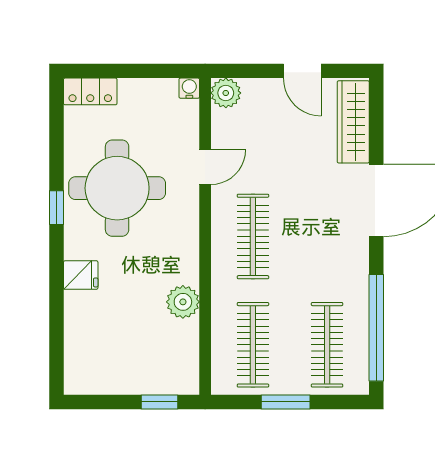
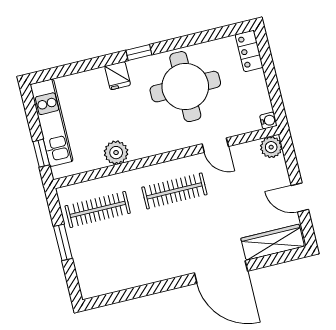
door: (302, 71) -> (300, 197), hinge flipped
window: (57, 208) -> (139, 52), moved
window: (376, 328) -> (131, 294), removed
clothes rail: (327, 345) -> (110, 262), removed
kitchen unit: (122, 378) -> (52, 123), added

